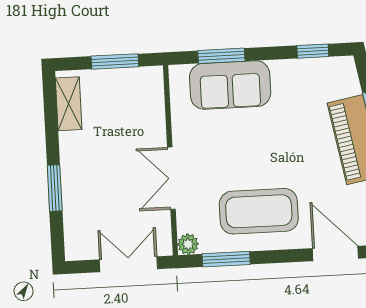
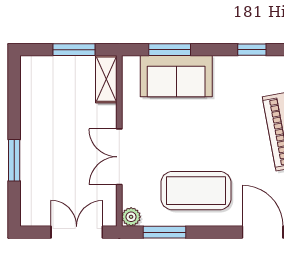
shelving: (69, 104) -> (106, 79), moved

